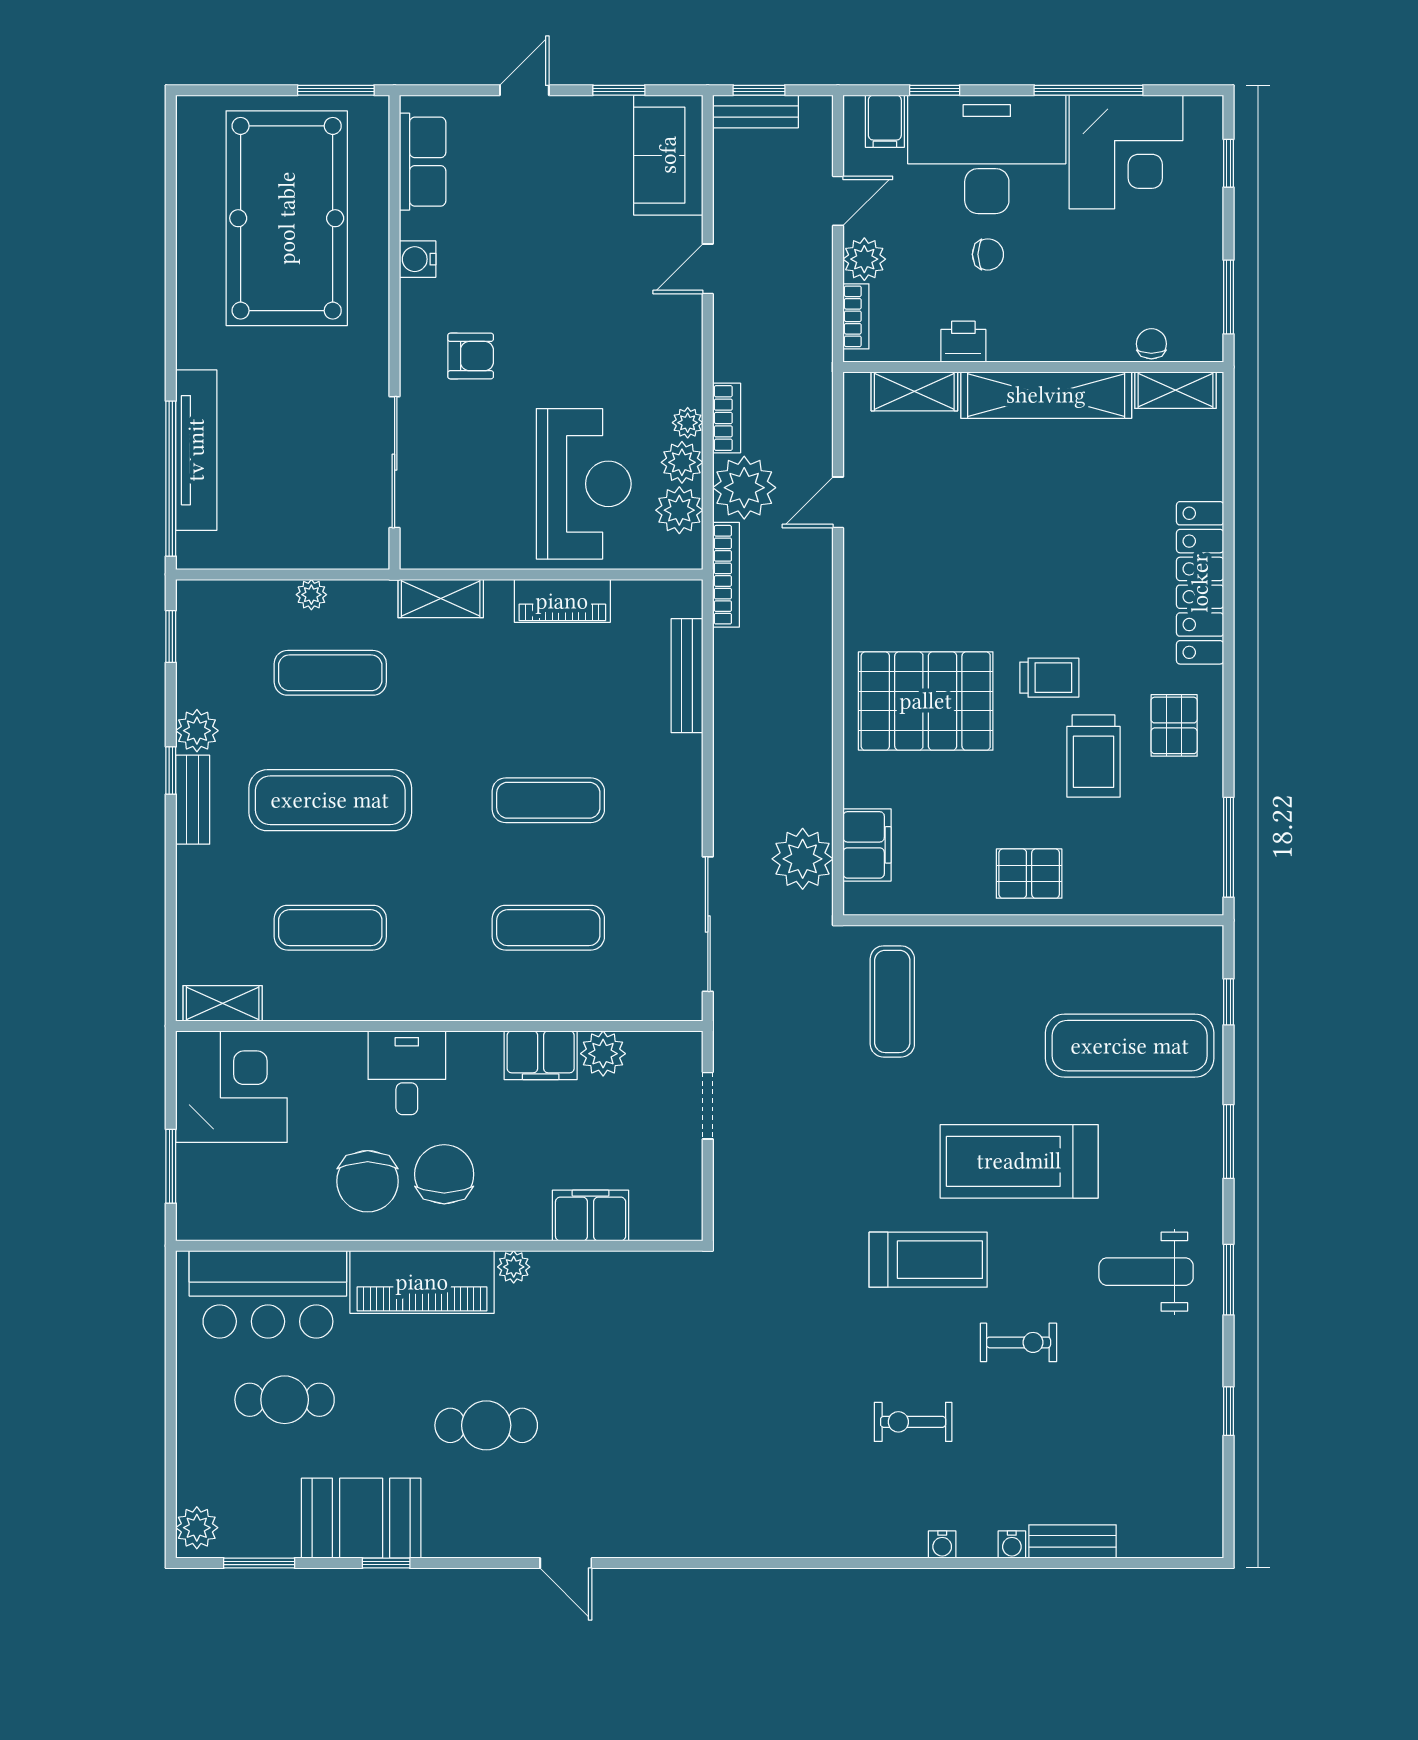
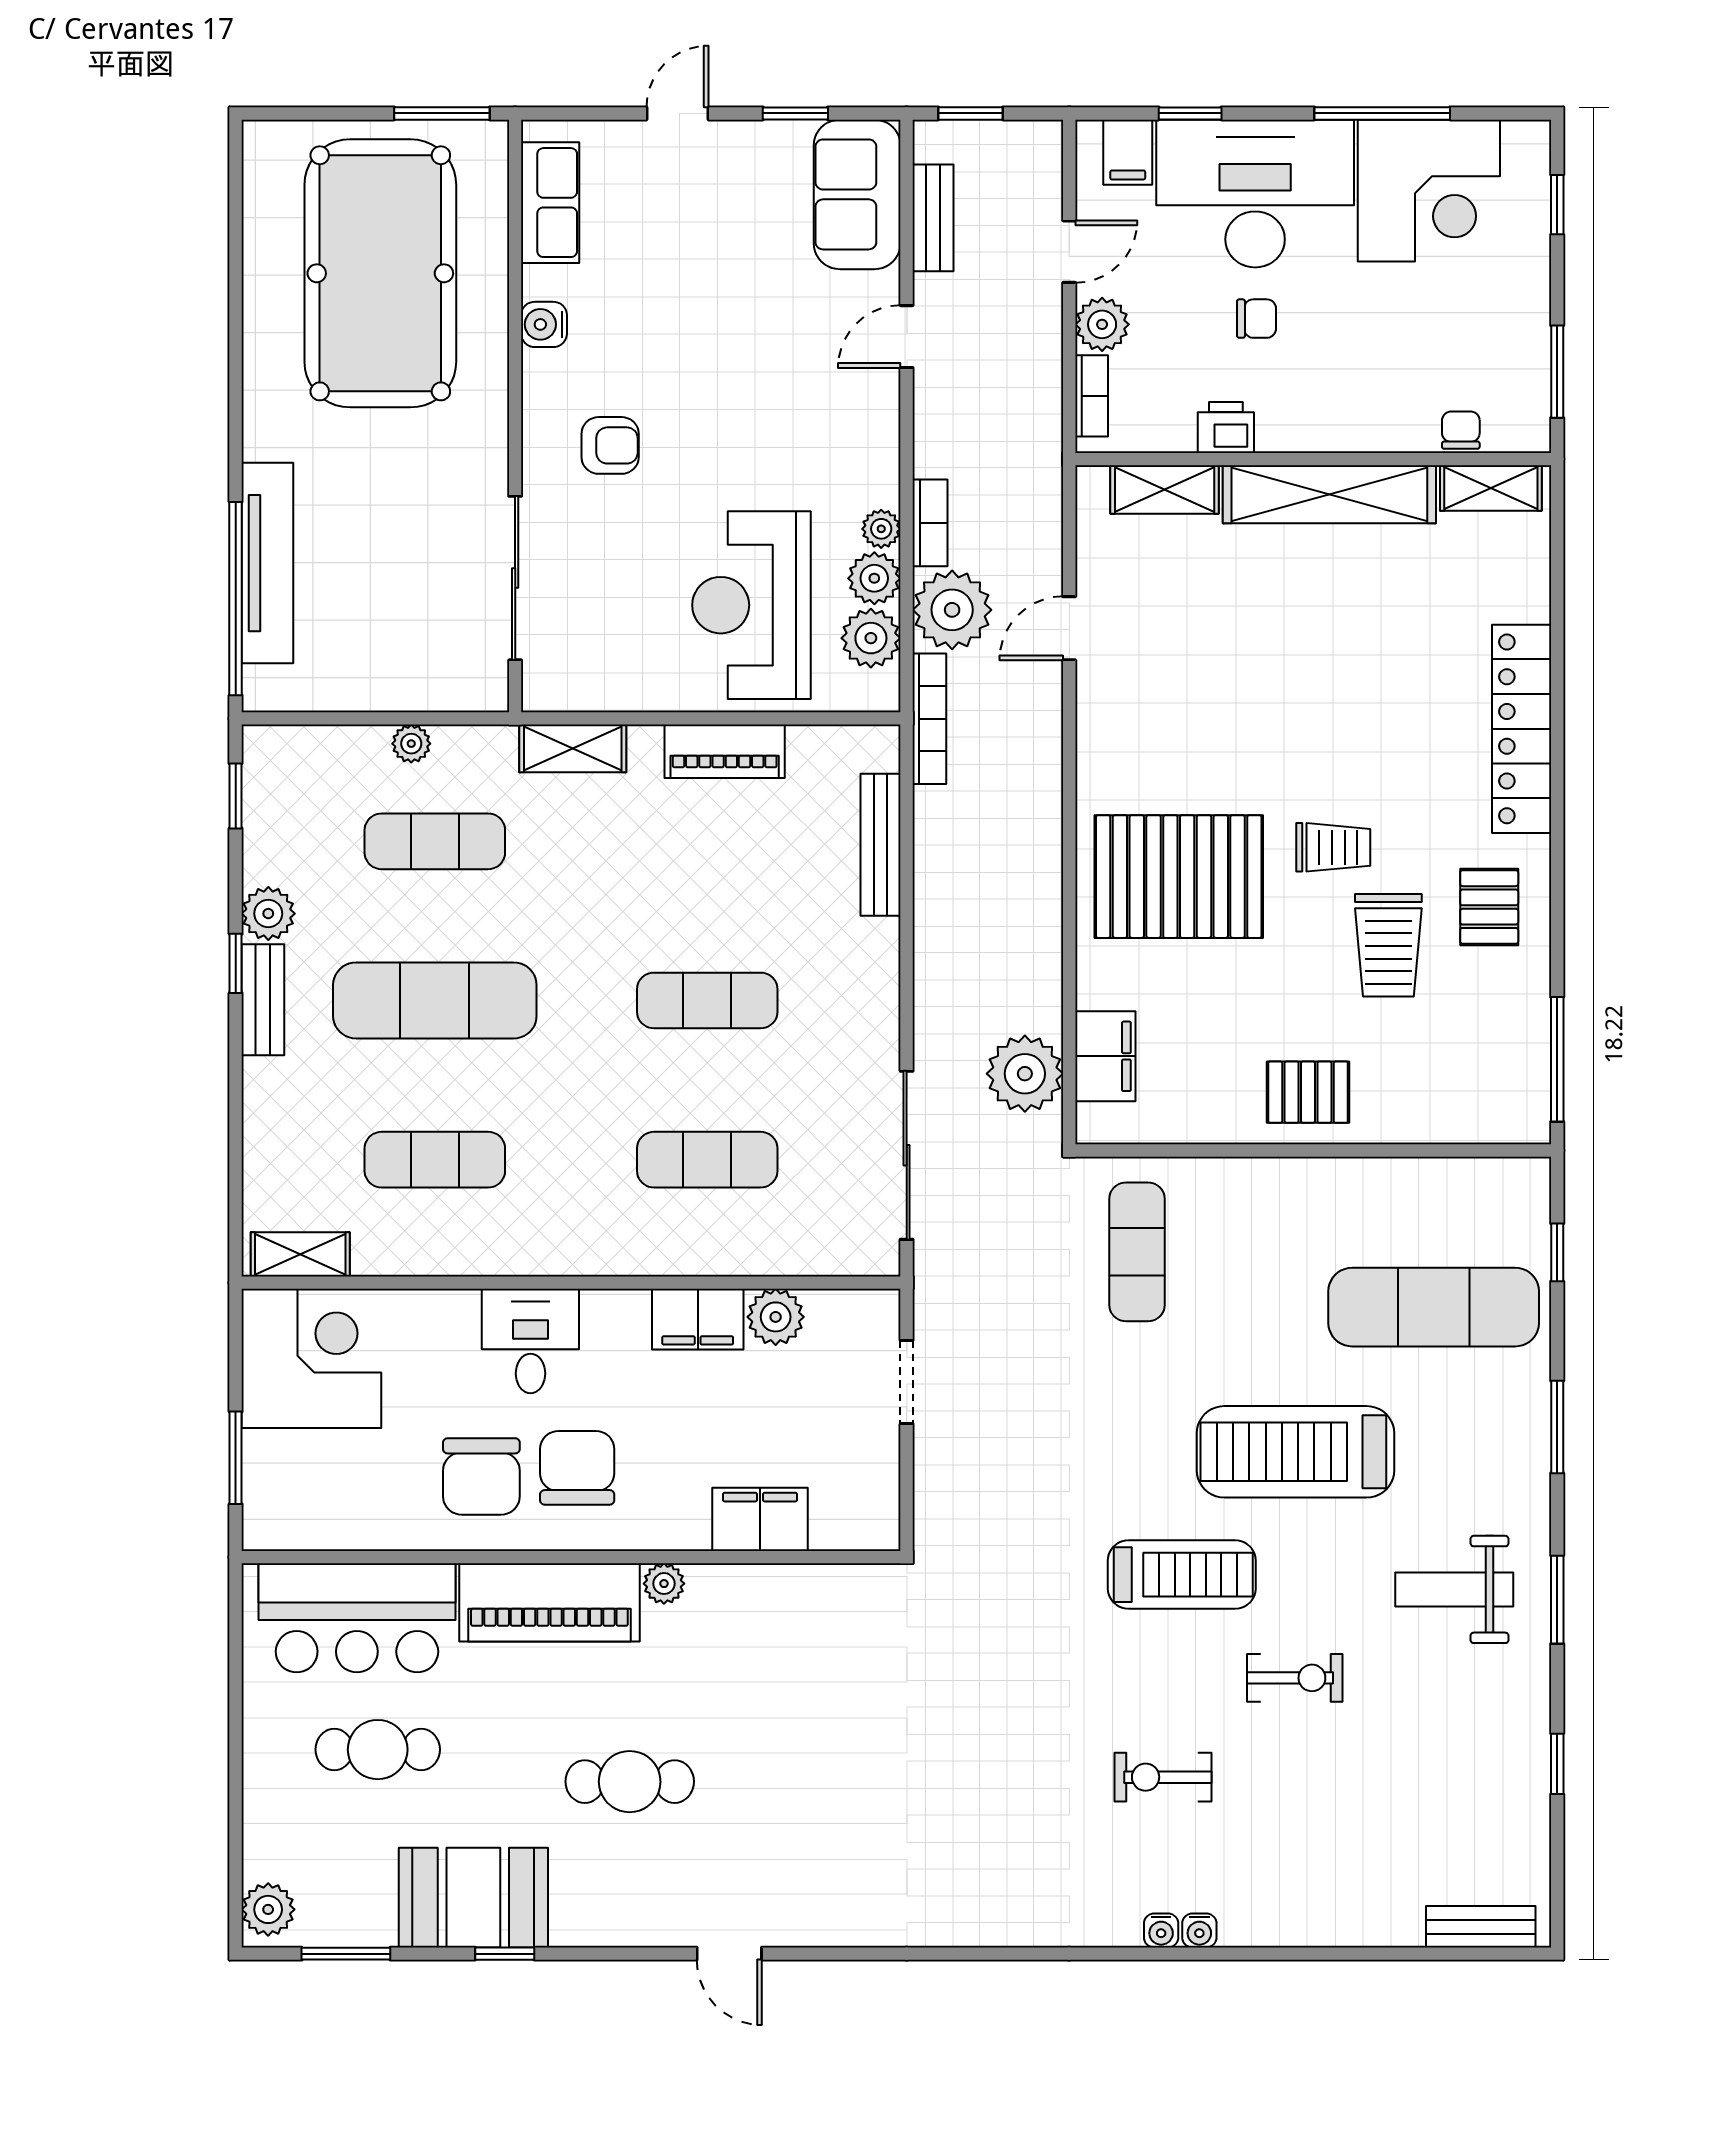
bench: (755, 111) -> (933, 218), moved, turned 90
reception desk: (584, 484) -> (751, 605), turned 180
bench: (1072, 1542) -> (1481, 1927), moved
water cooler: (1012, 1545) -> (1161, 1930), moved

